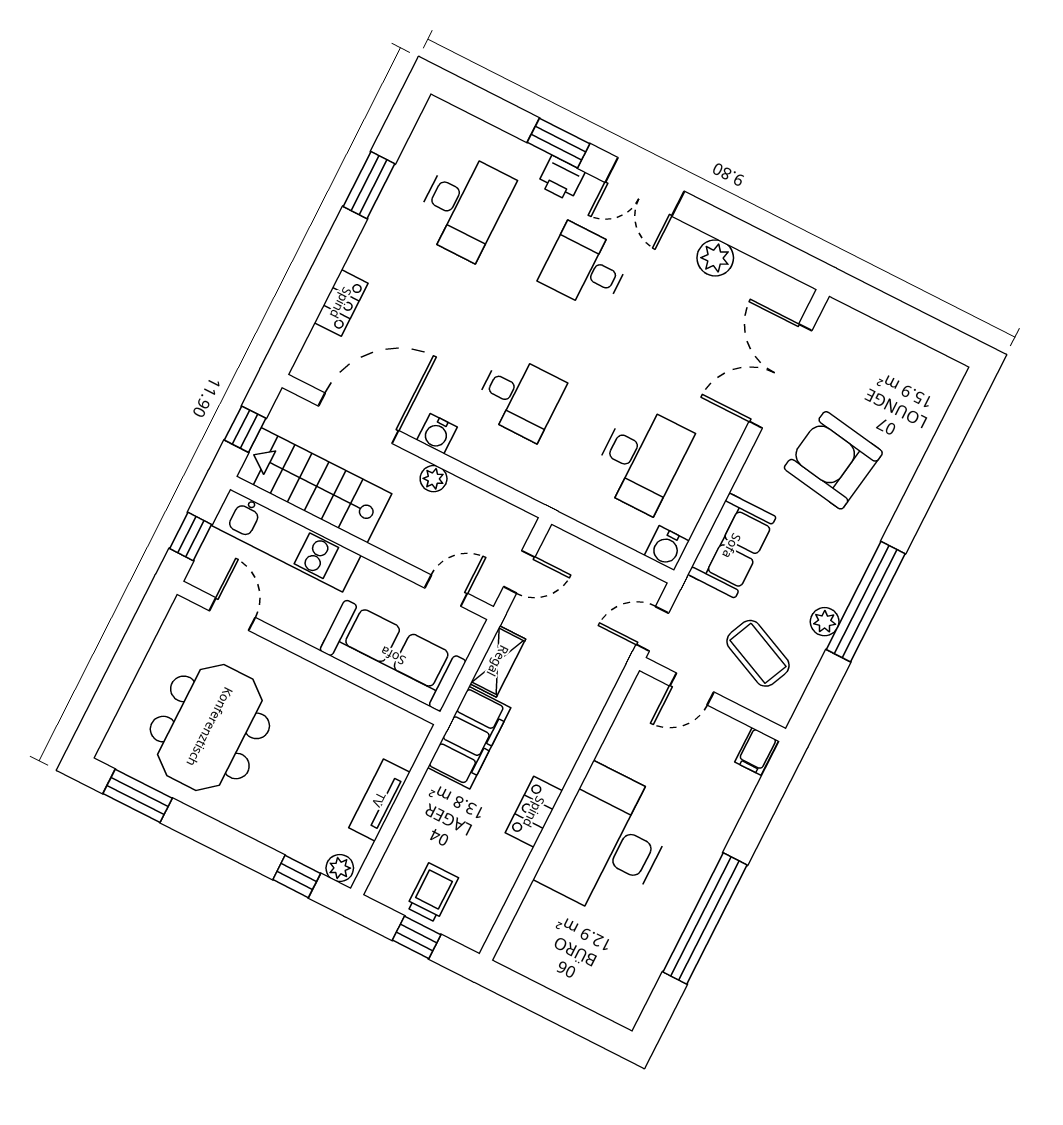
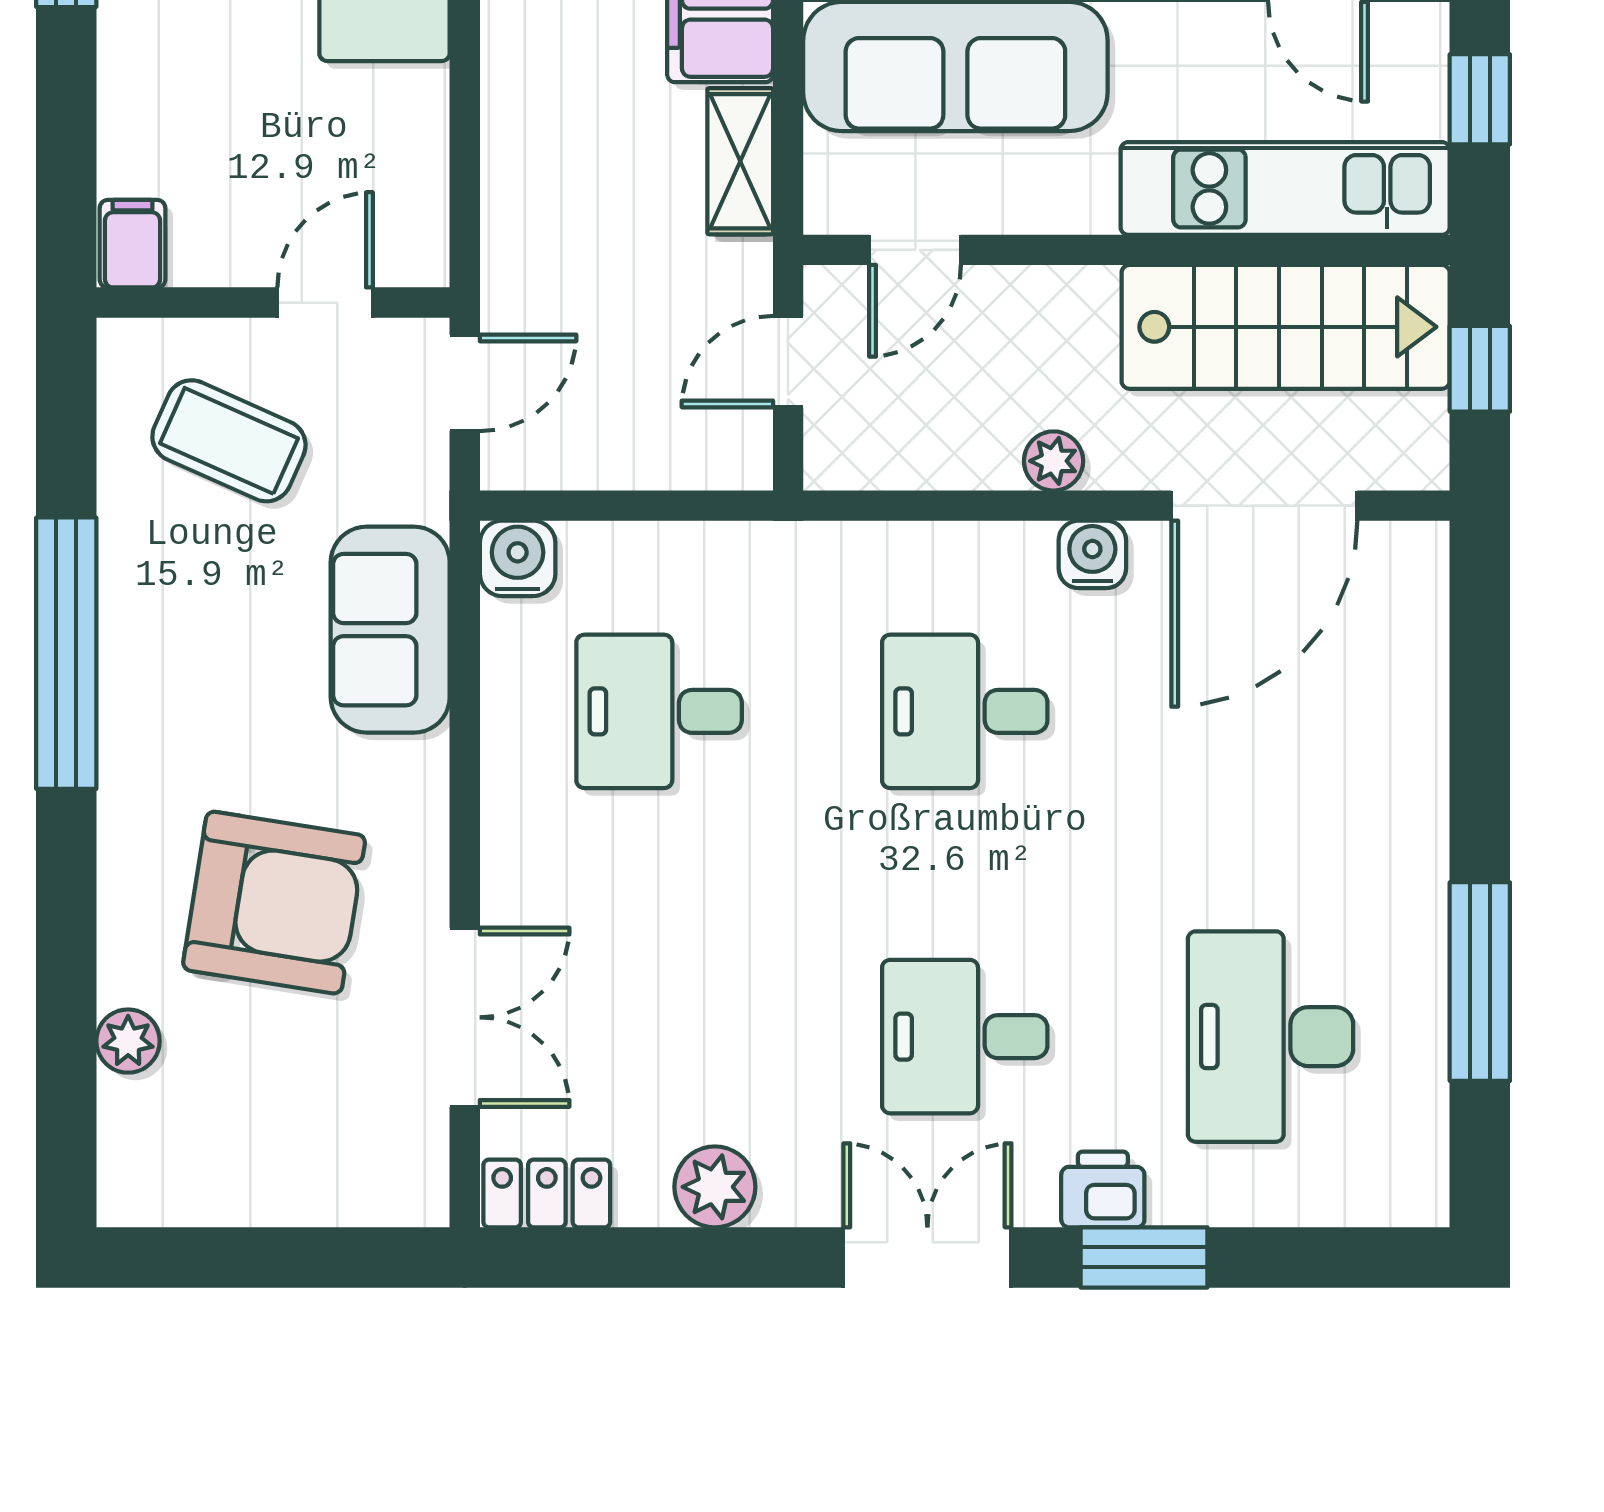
window: (369, 185) -> (1480, 982), width x1.44
desk: (585, 267) -> (965, 1037), turned 180
locker: (341, 303) -> (547, 1193), moved, turned 90
double door: (781, 376) -> (465, 1017), width x0.73
desk: (641, 459) -> (659, 711), width x0.73
plant: (825, 622) -> (128, 1041), moved

